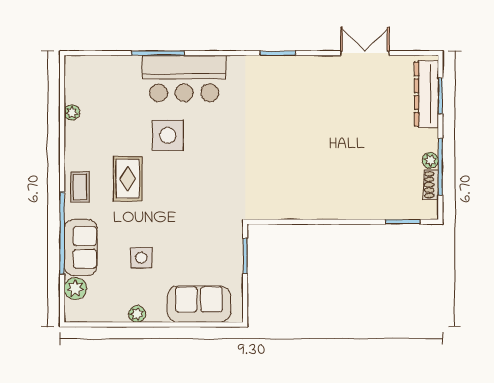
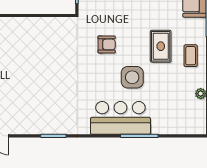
armchair: (204, 181) -> (107, 44), added
coffee table: (80, 187) -> (191, 56), moved

